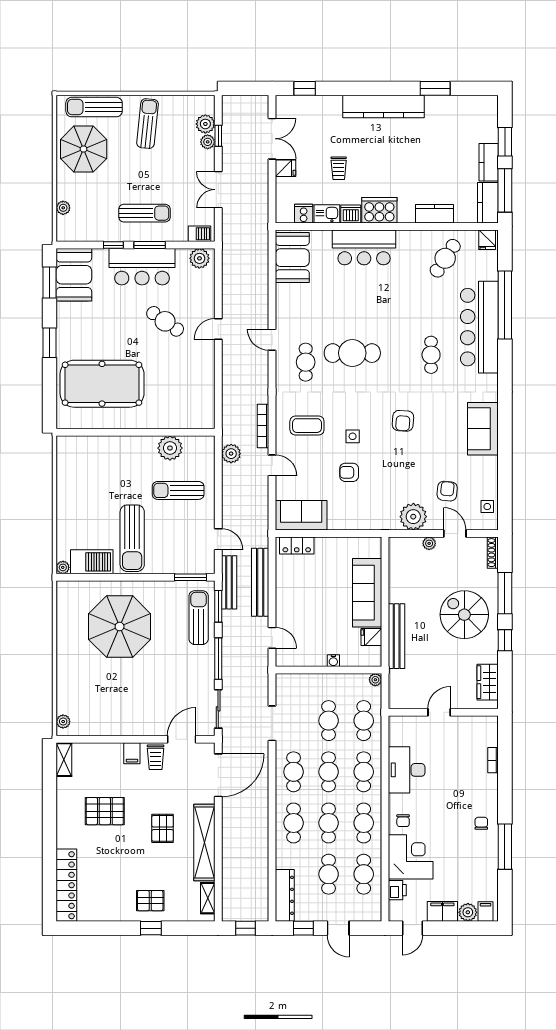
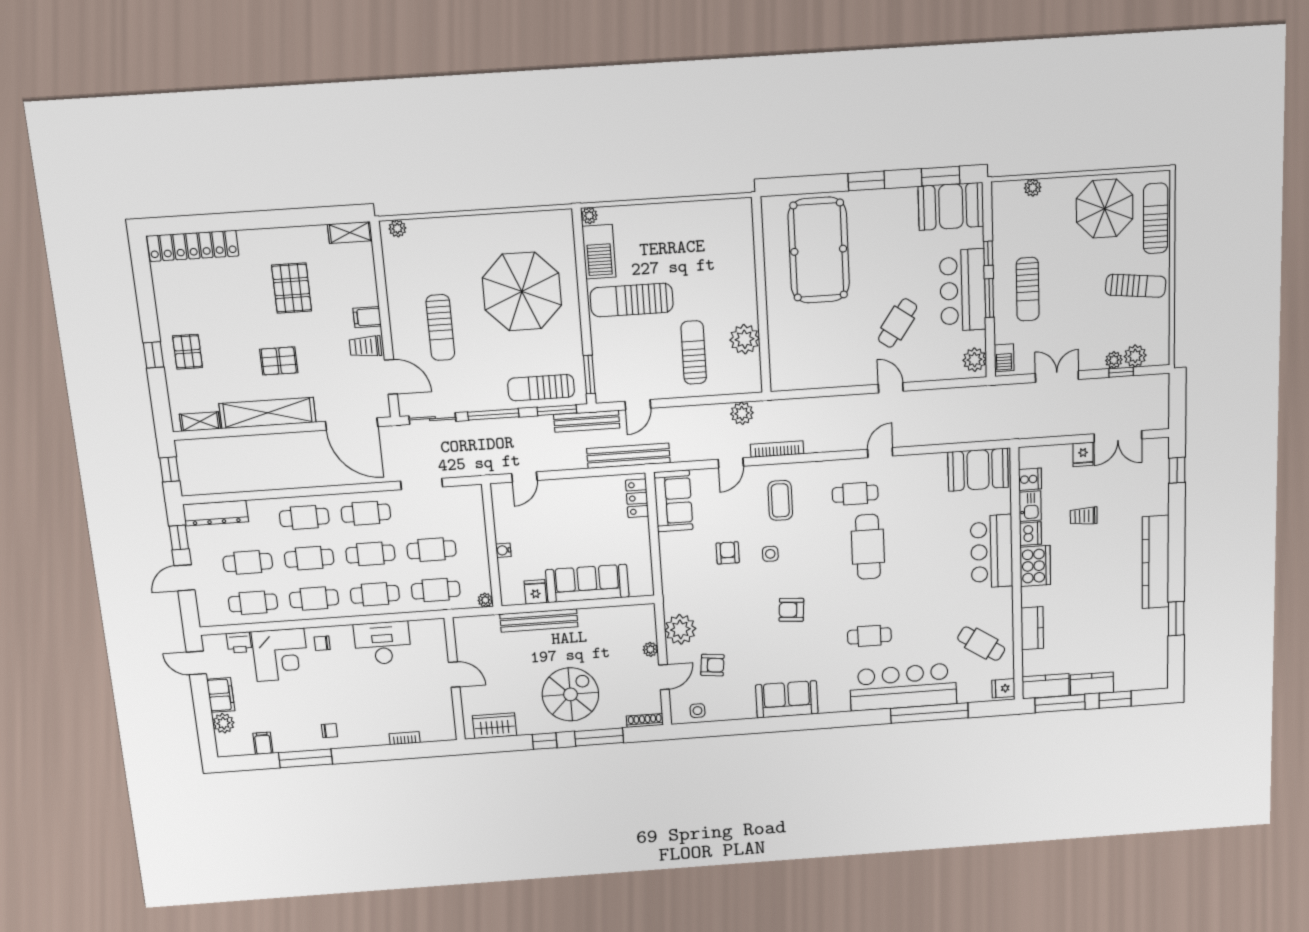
bench: (260, 582) -> (628, 456), moved
sun lounger: (199, 618) -> (541, 388), turned 180
sun lounger: (144, 695) -> (440, 328), added
filing cabinet: (486, 912) -> (263, 743), moved, turned -90

